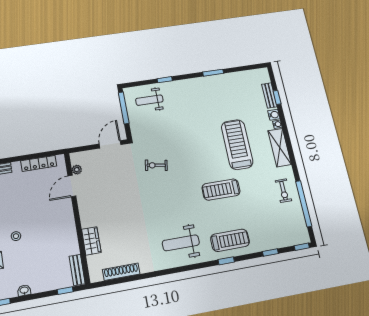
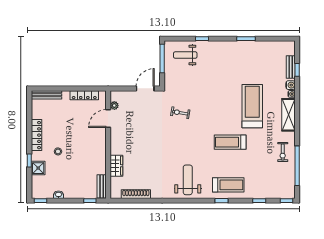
weight bench: (181, 243) -> (188, 180), turned 90

